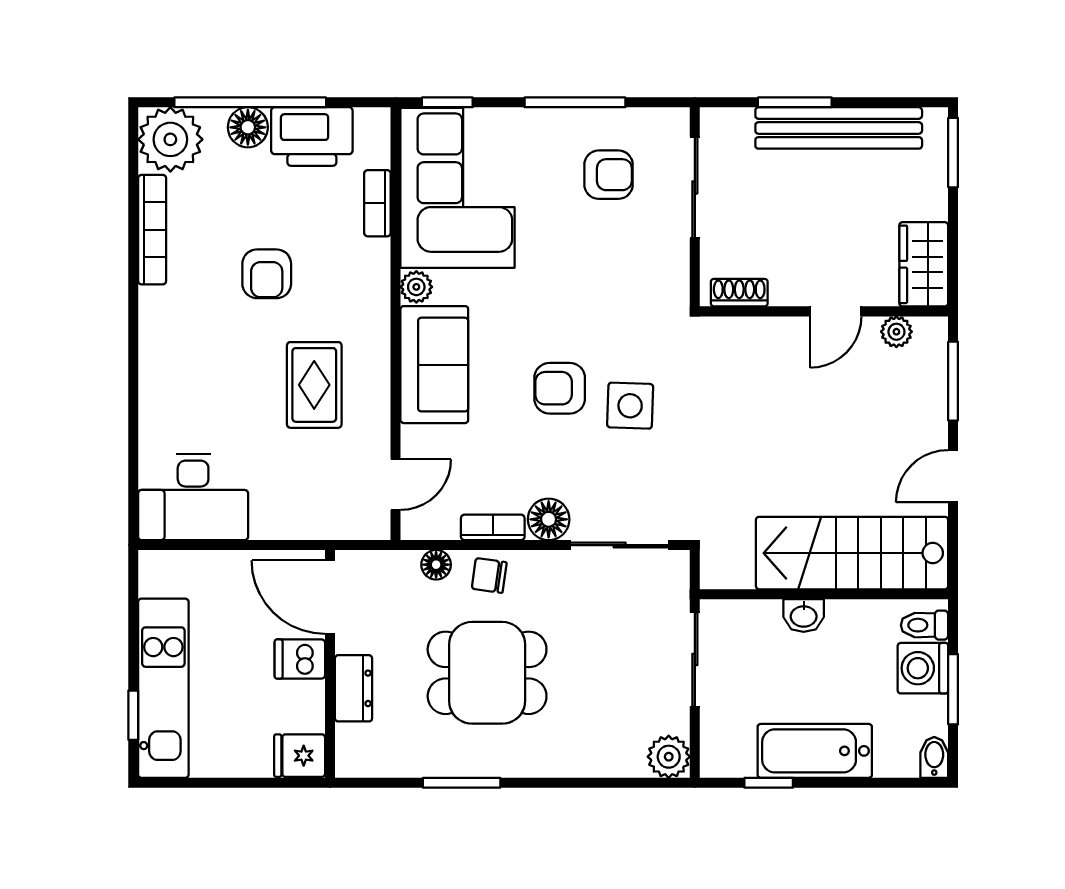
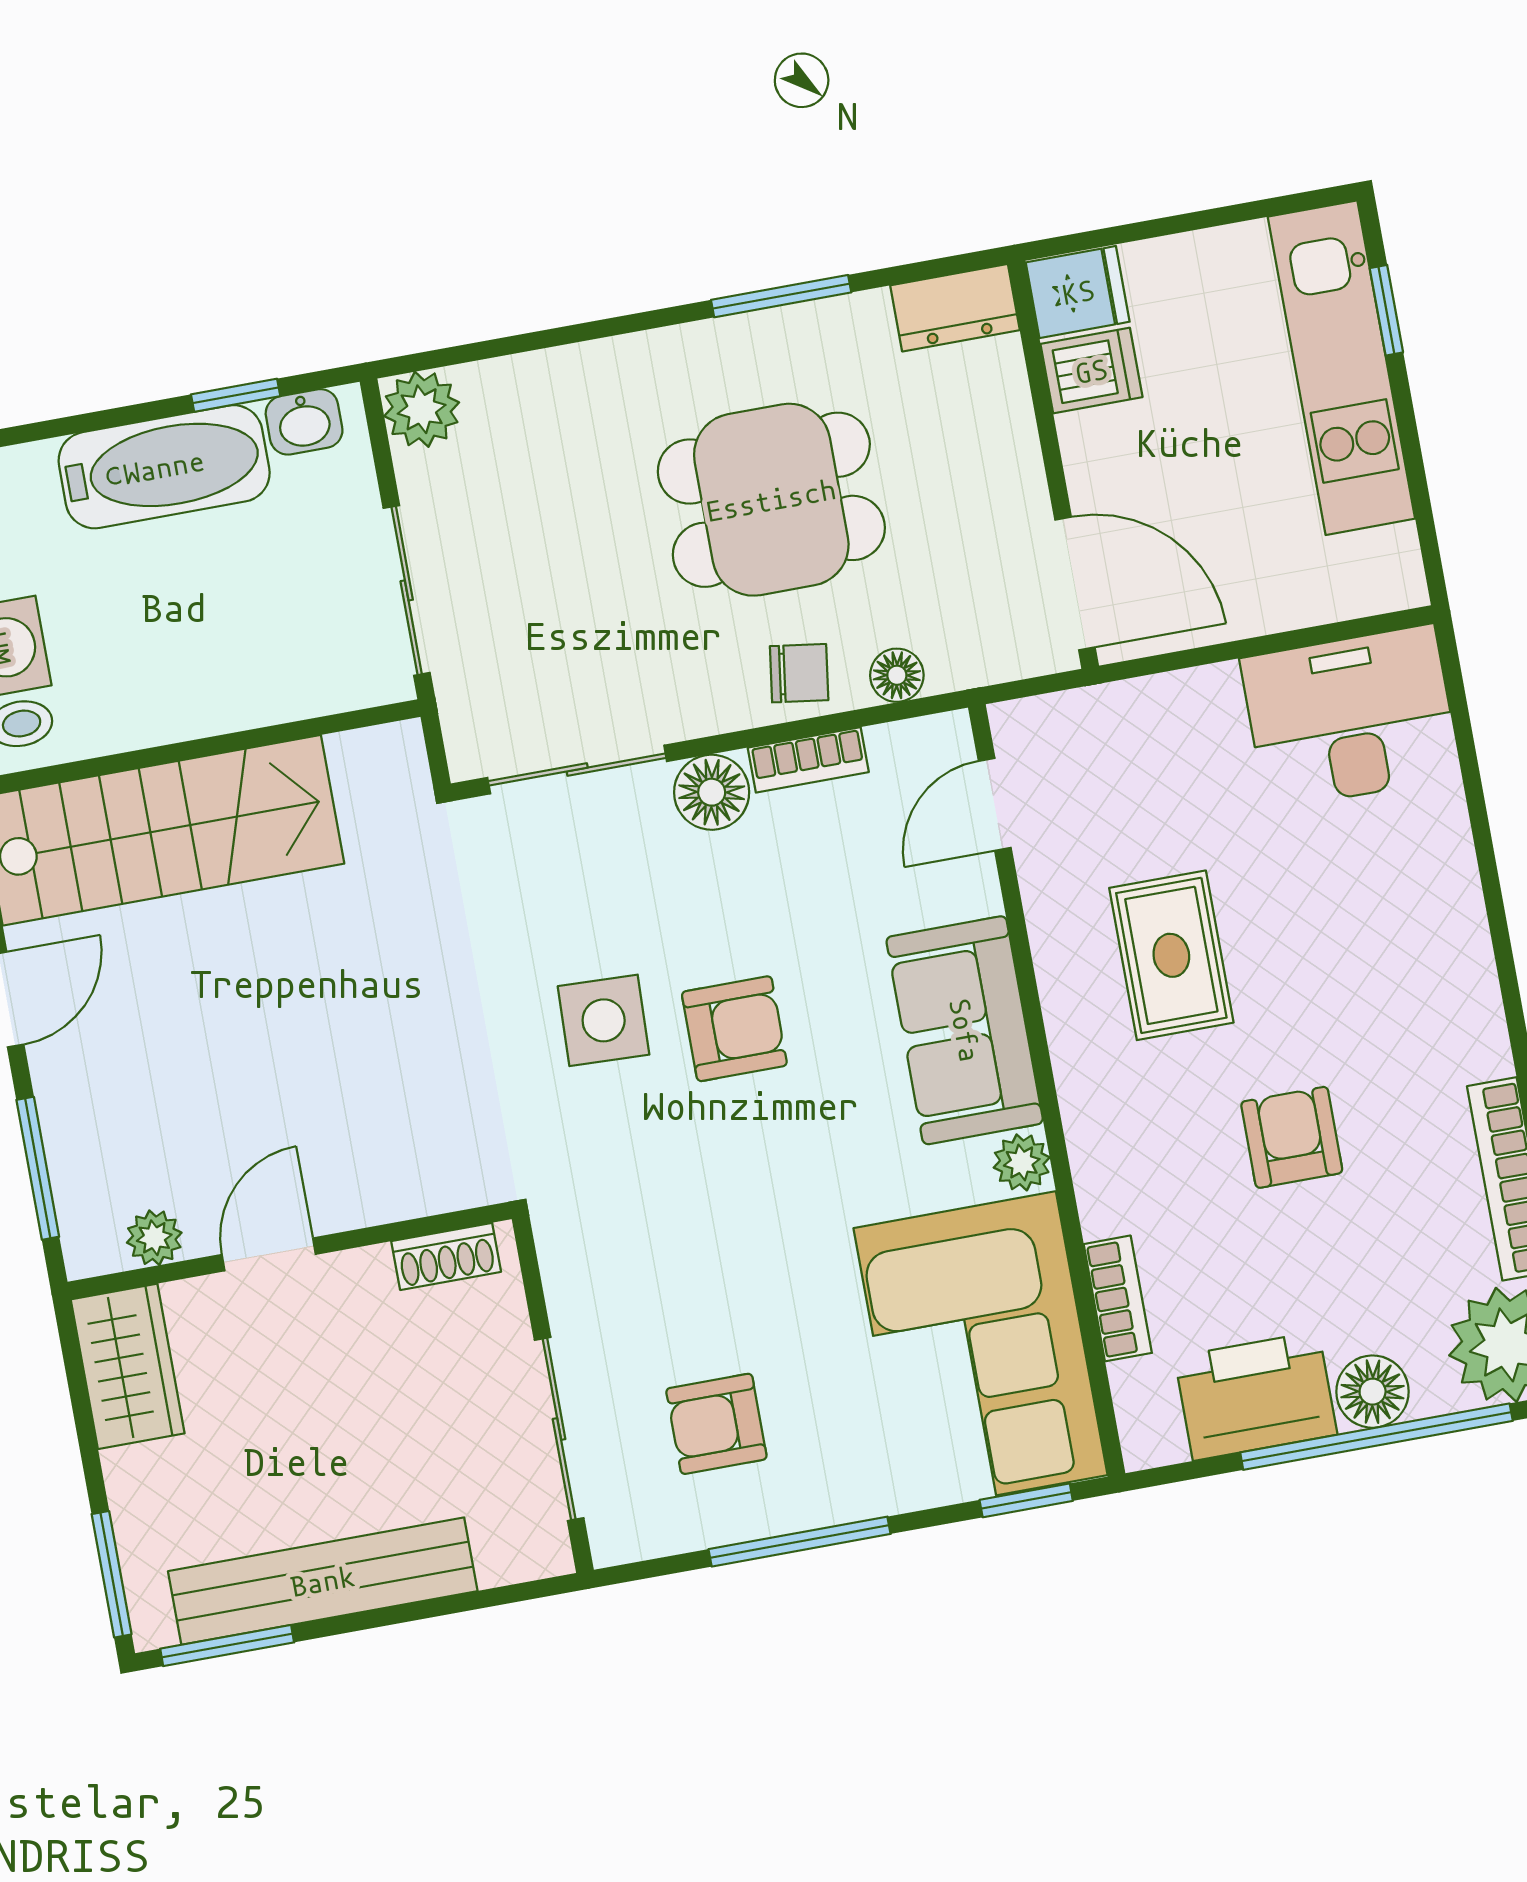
window: (795, 102) -> (227, 1646), moved
washbasin: (804, 616) -> (304, 422), moved, turned 180
dishwasher: (300, 659) -> (1091, 371), moved
dresser: (354, 688) -> (955, 308), moved, turned -90

